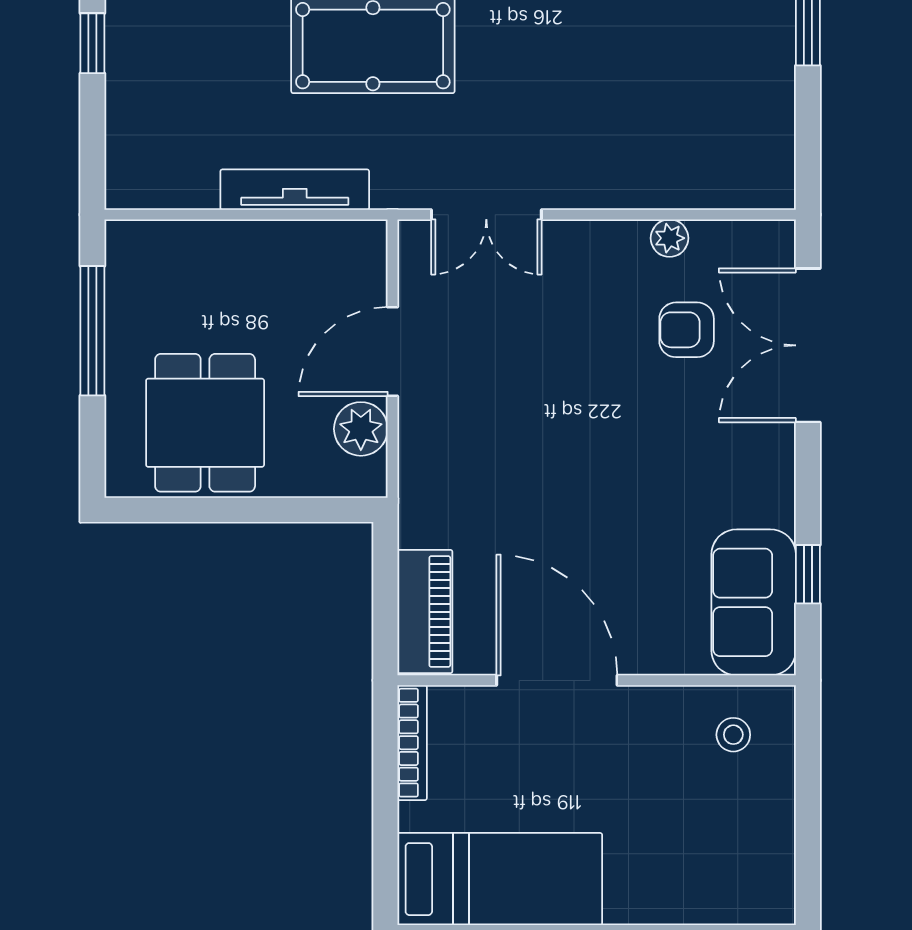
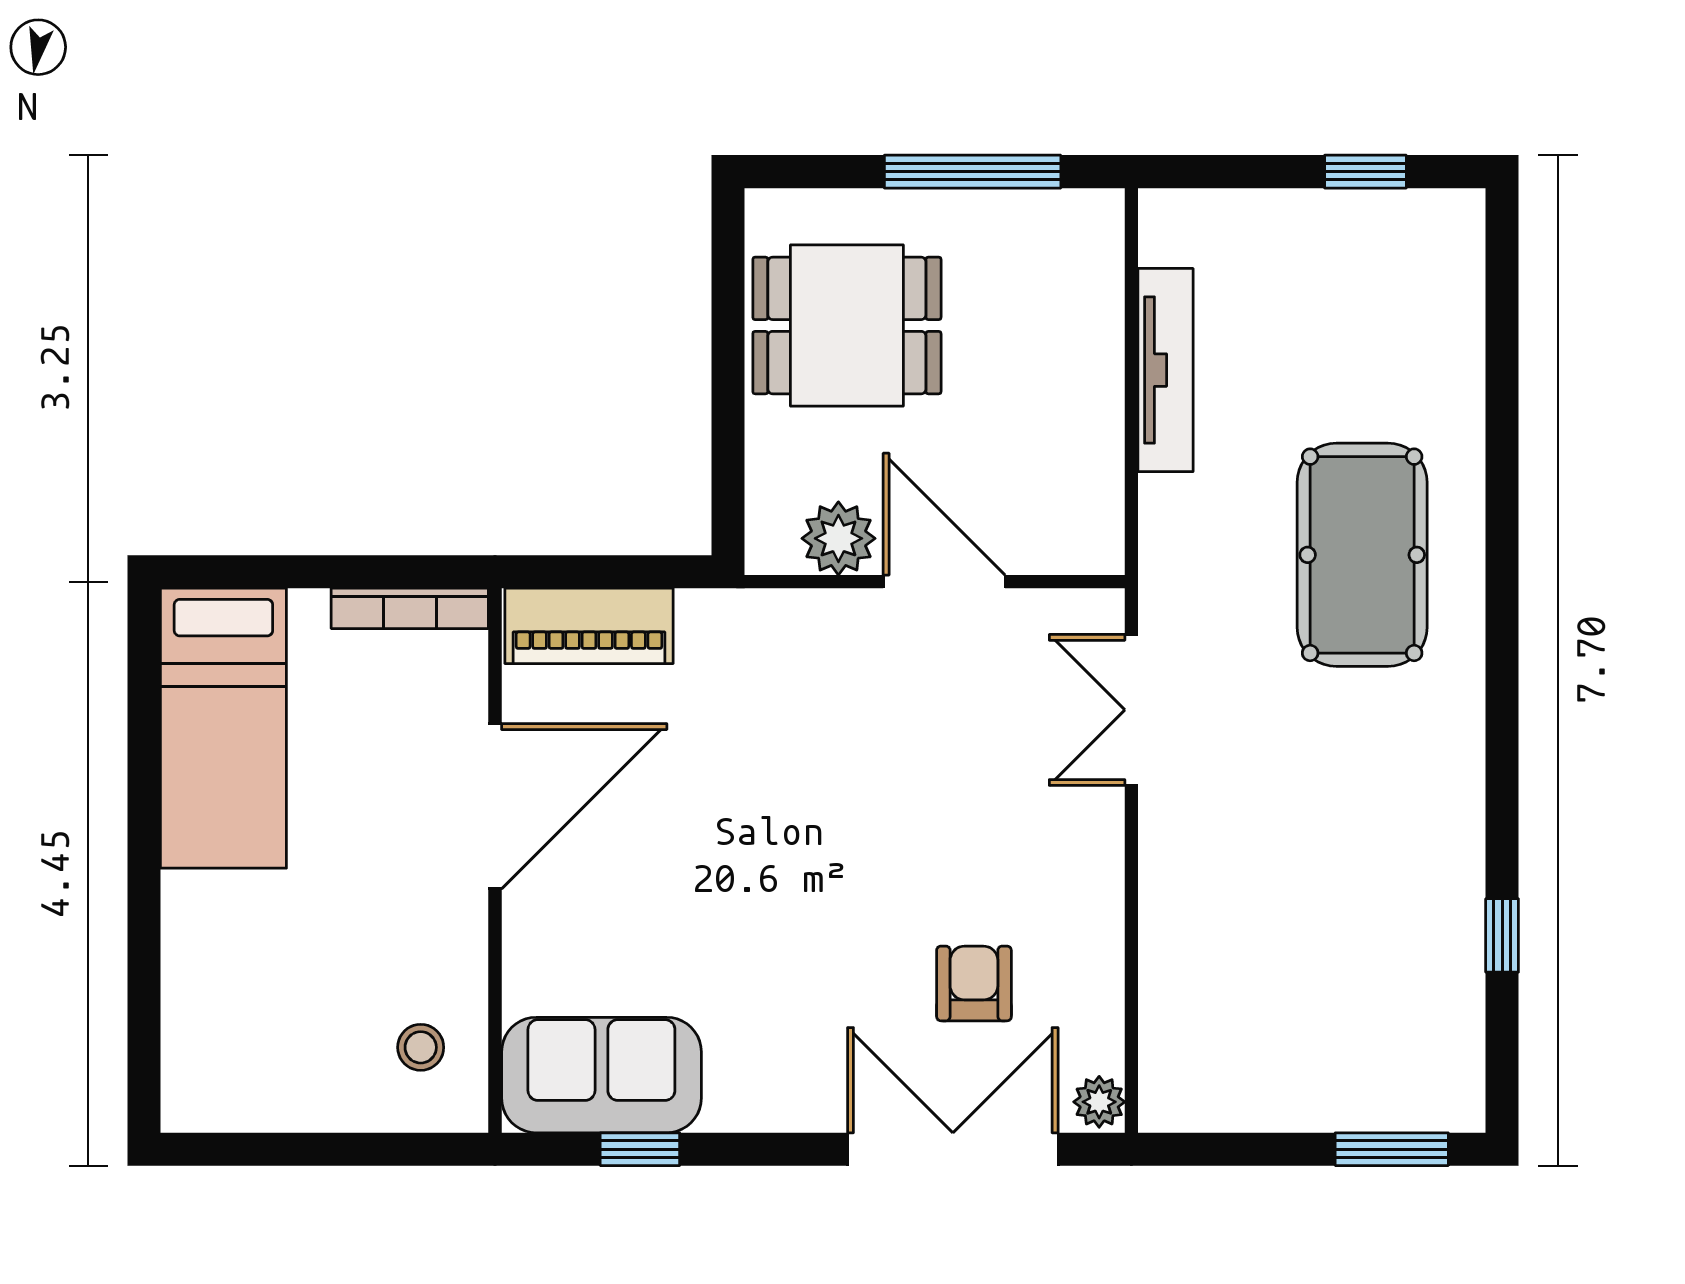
tv unit: (295, 190) -> (1165, 370), moved
plant: (670, 238) -> (1099, 1102), moved

